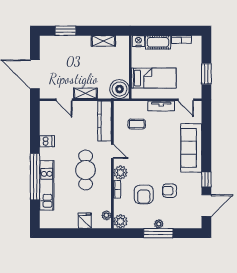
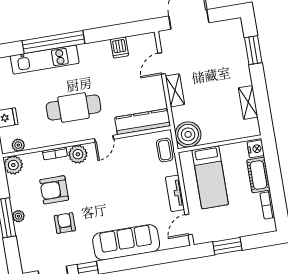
coffee table: (137, 124) -> (165, 150), moved
dishwasher: (47, 141) -> (119, 47), moved

